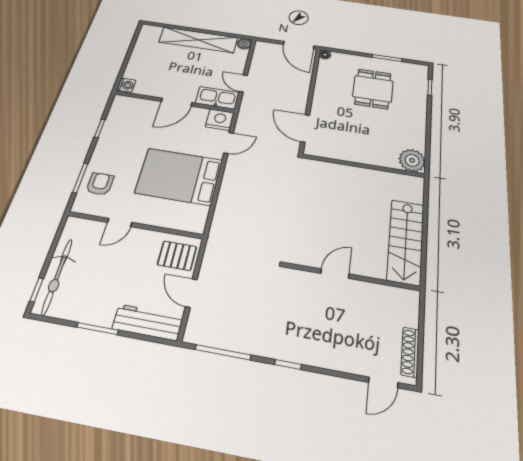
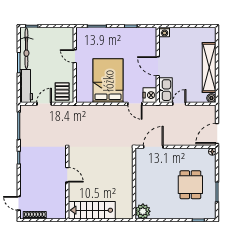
dining table: (373, 89) -> (190, 185), turned 90
armchair: (100, 184) -> (95, 38), removed
bicycle: (57, 276) -> (26, 48), moved, turned -90

